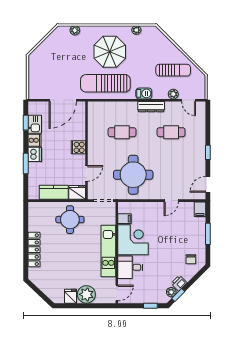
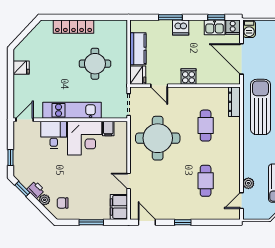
barbecue: (144, 93) -> (249, 29), moved
dresser: (151, 107) -> (234, 102), moved
cooker: (34, 140) -> (233, 27), moved
filing cabinet: (200, 209) -> (119, 207), width x2.00
round table: (70, 220) -> (95, 64), moved
plant: (171, 292) -> (44, 200), moved
door: (117, 293) -> (25, 120), swing flipped
plant: (86, 294) -> (23, 85), removed

